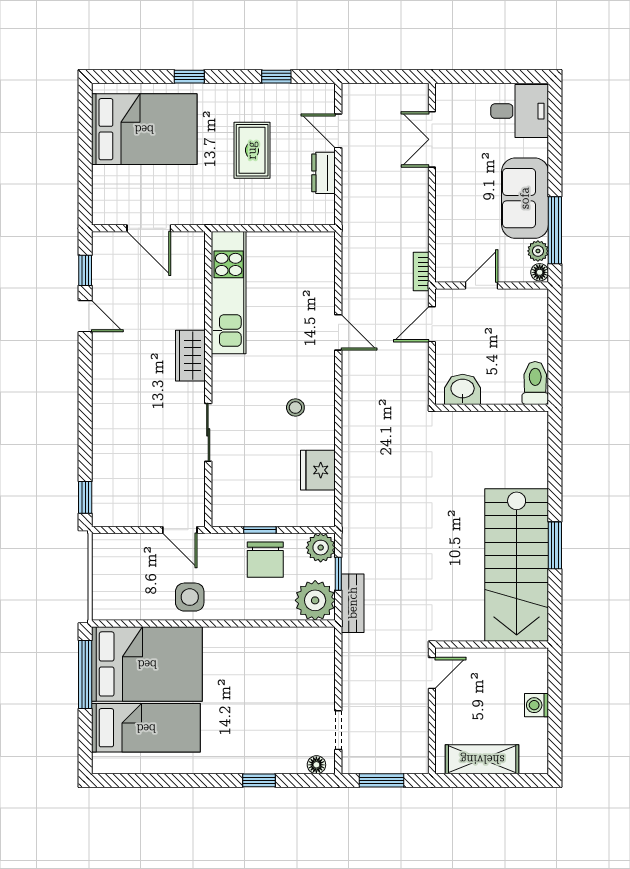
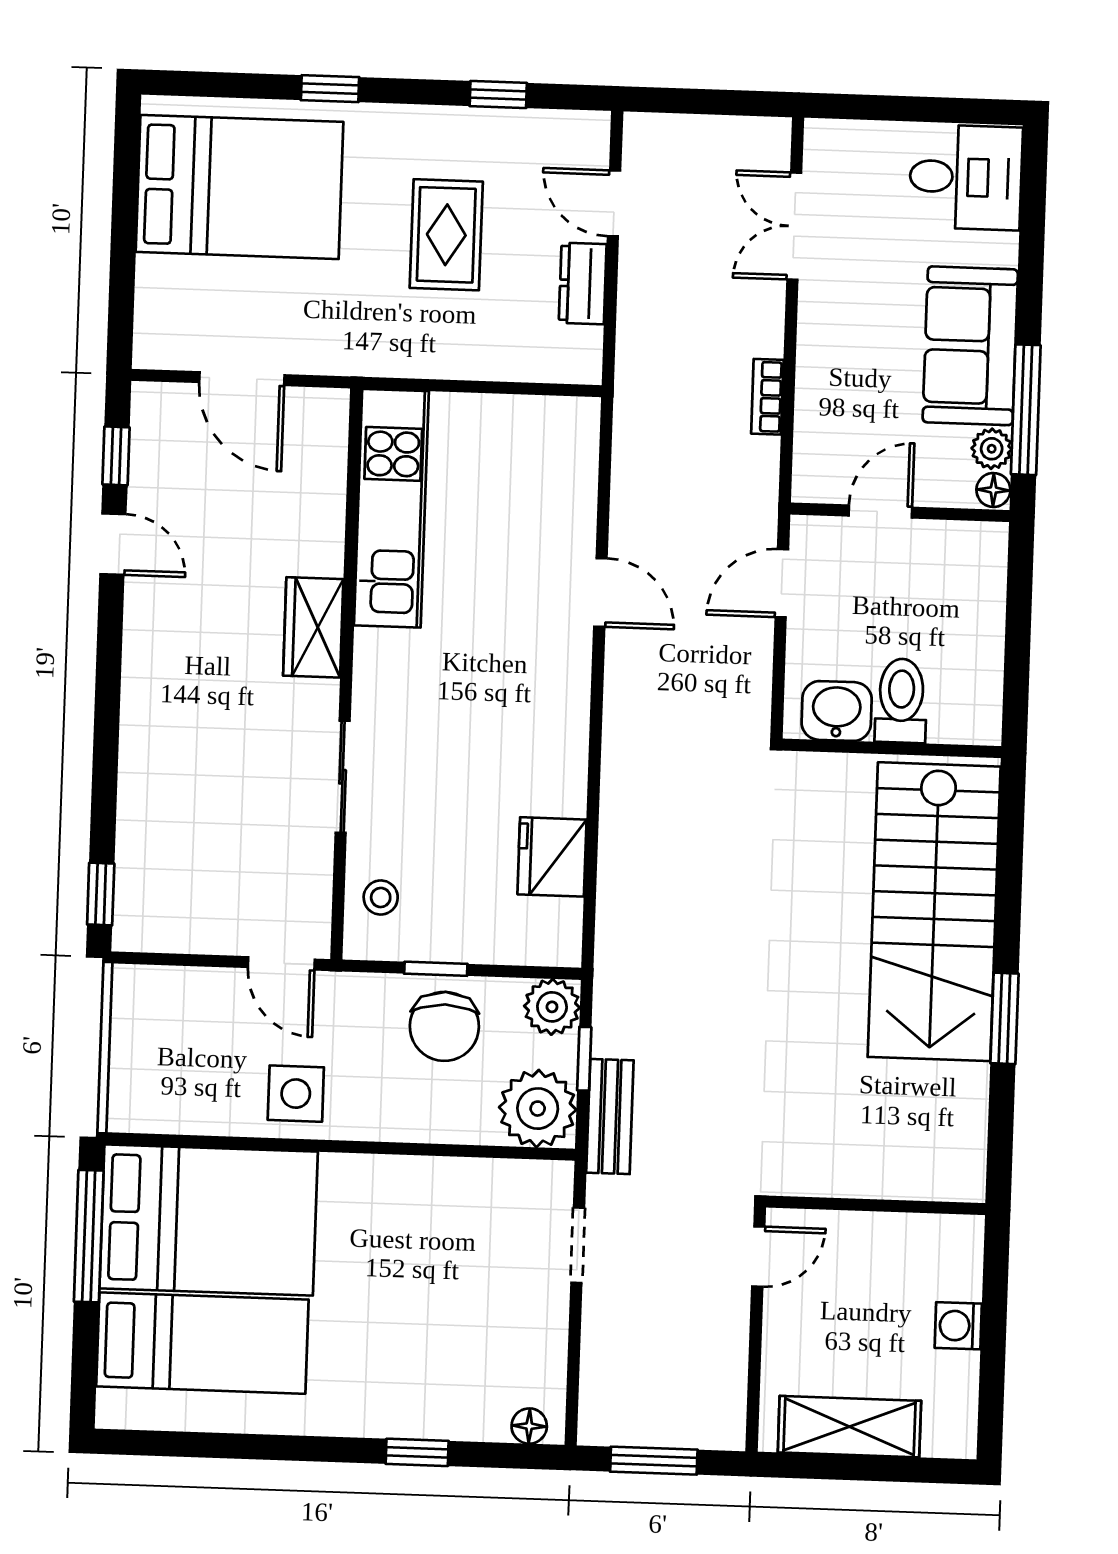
bookcase: (421, 271) -> (767, 397), moved
toilet: (535, 383) -> (901, 701), moved
stool: (295, 408) -> (381, 897), moved
stairs: (517, 565) -> (934, 912), moved
doorway: (338, 730) -> (578, 1245), moved

